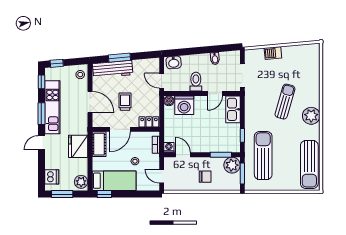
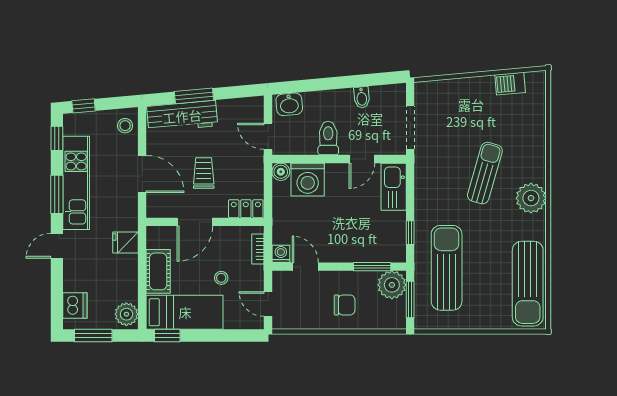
barbecue: (273, 53) -> (510, 84), moved
cot: (99, 144) -> (158, 271), moved
fridge: (78, 146) -> (126, 243), width x0.53, depth x0.75

